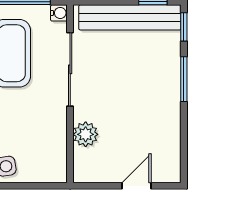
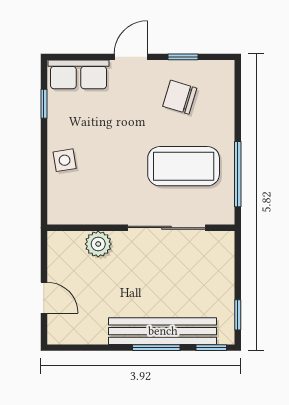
water cooler: (59, 13) -> (226, 216), removed
bench: (130, 17) -> (163, 331), moved, turned 90

